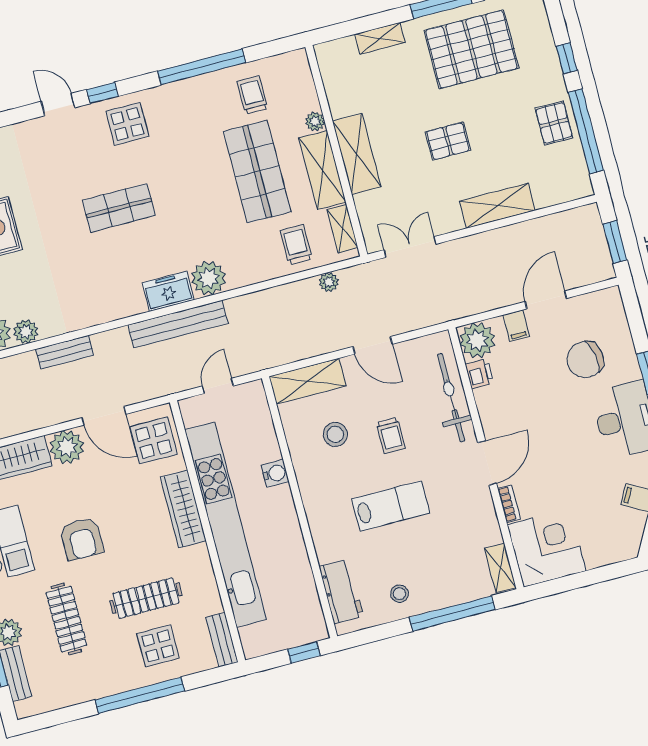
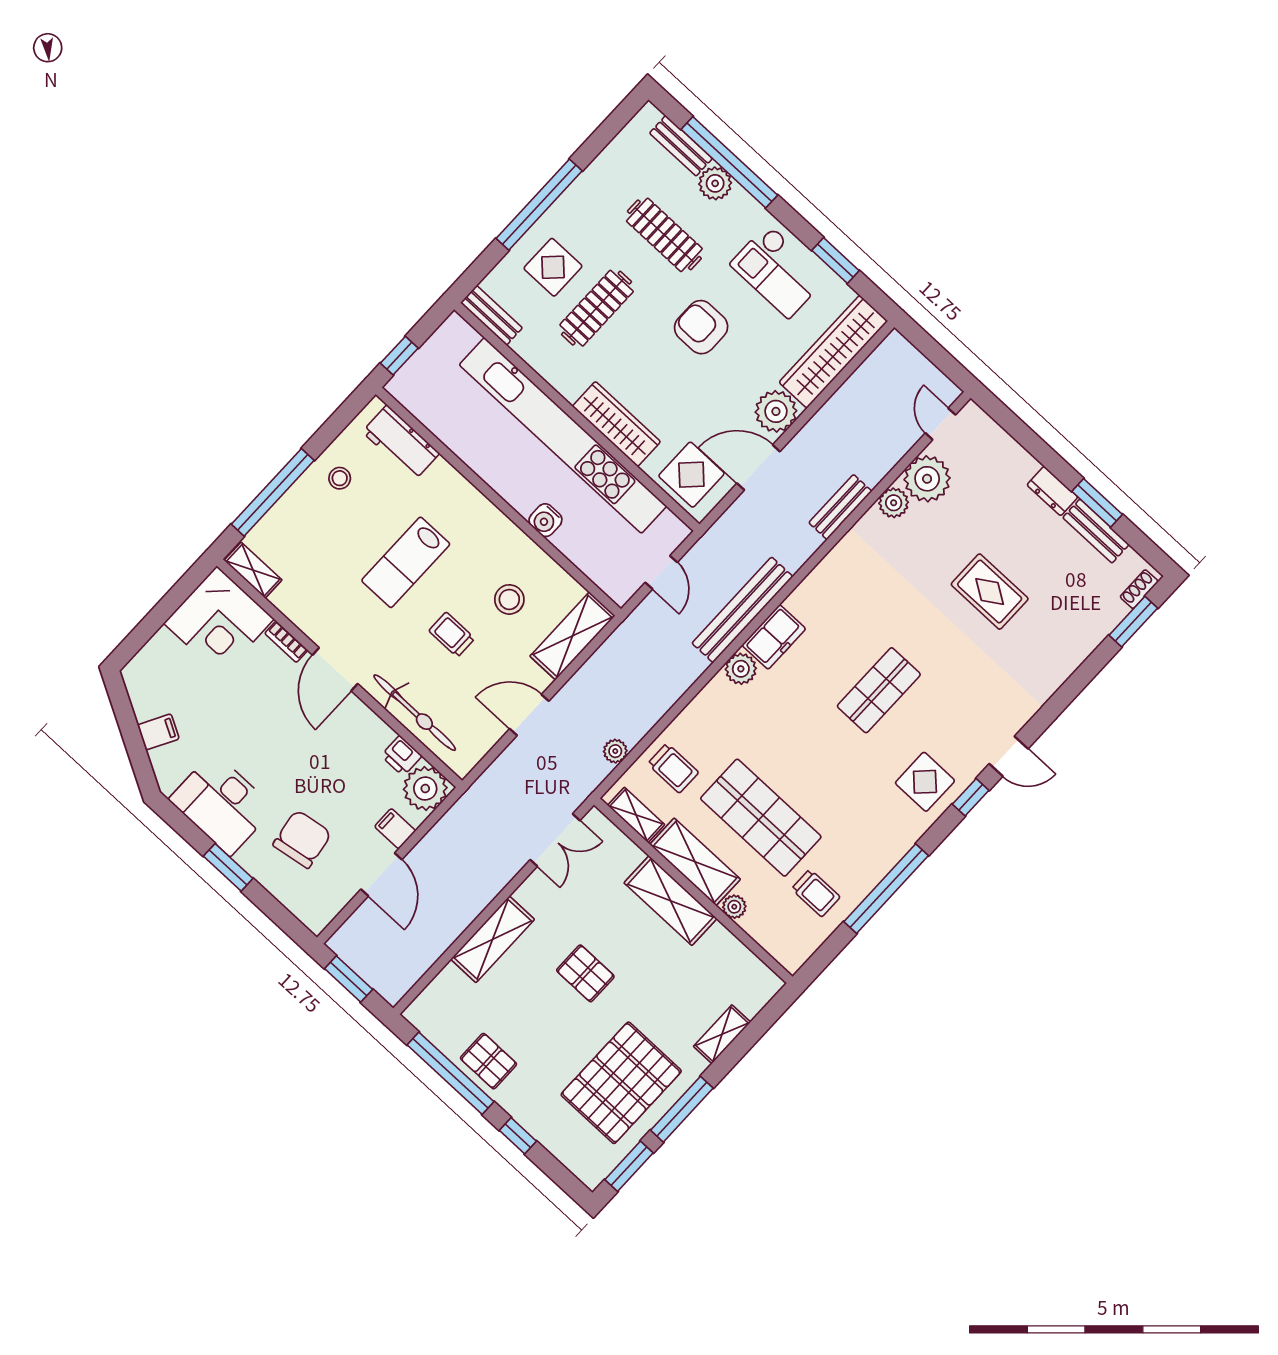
pallet: (448, 141) -> (585, 973), turned 90
plant: (209, 278) -> (741, 669), width x0.73, depth x0.73

